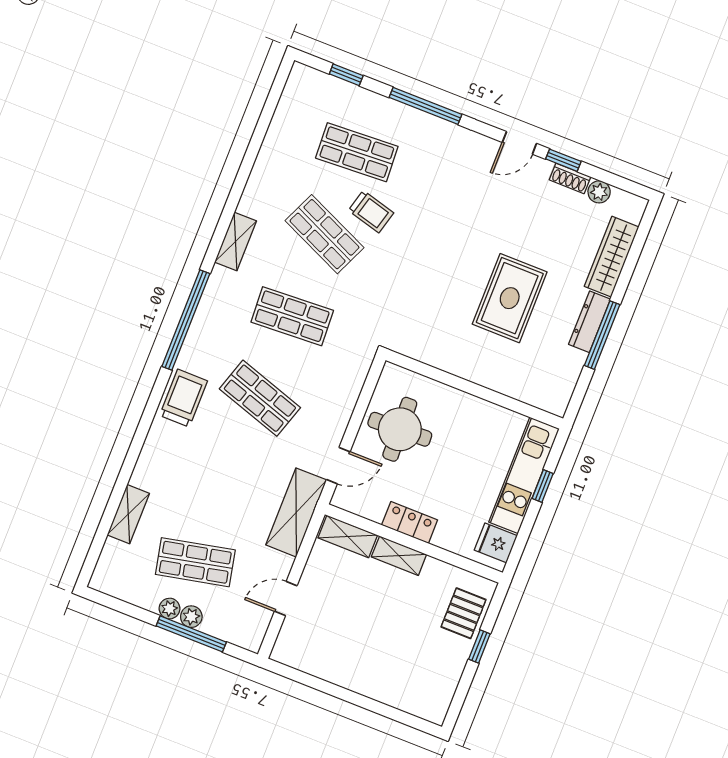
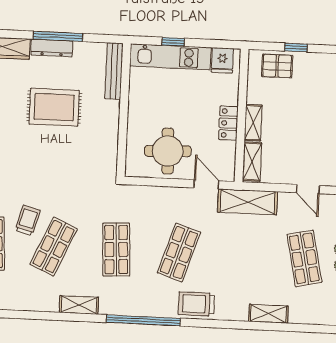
bench: (531, 394) -> (114, 71), added
shelving: (128, 514) -> (268, 314), moved

